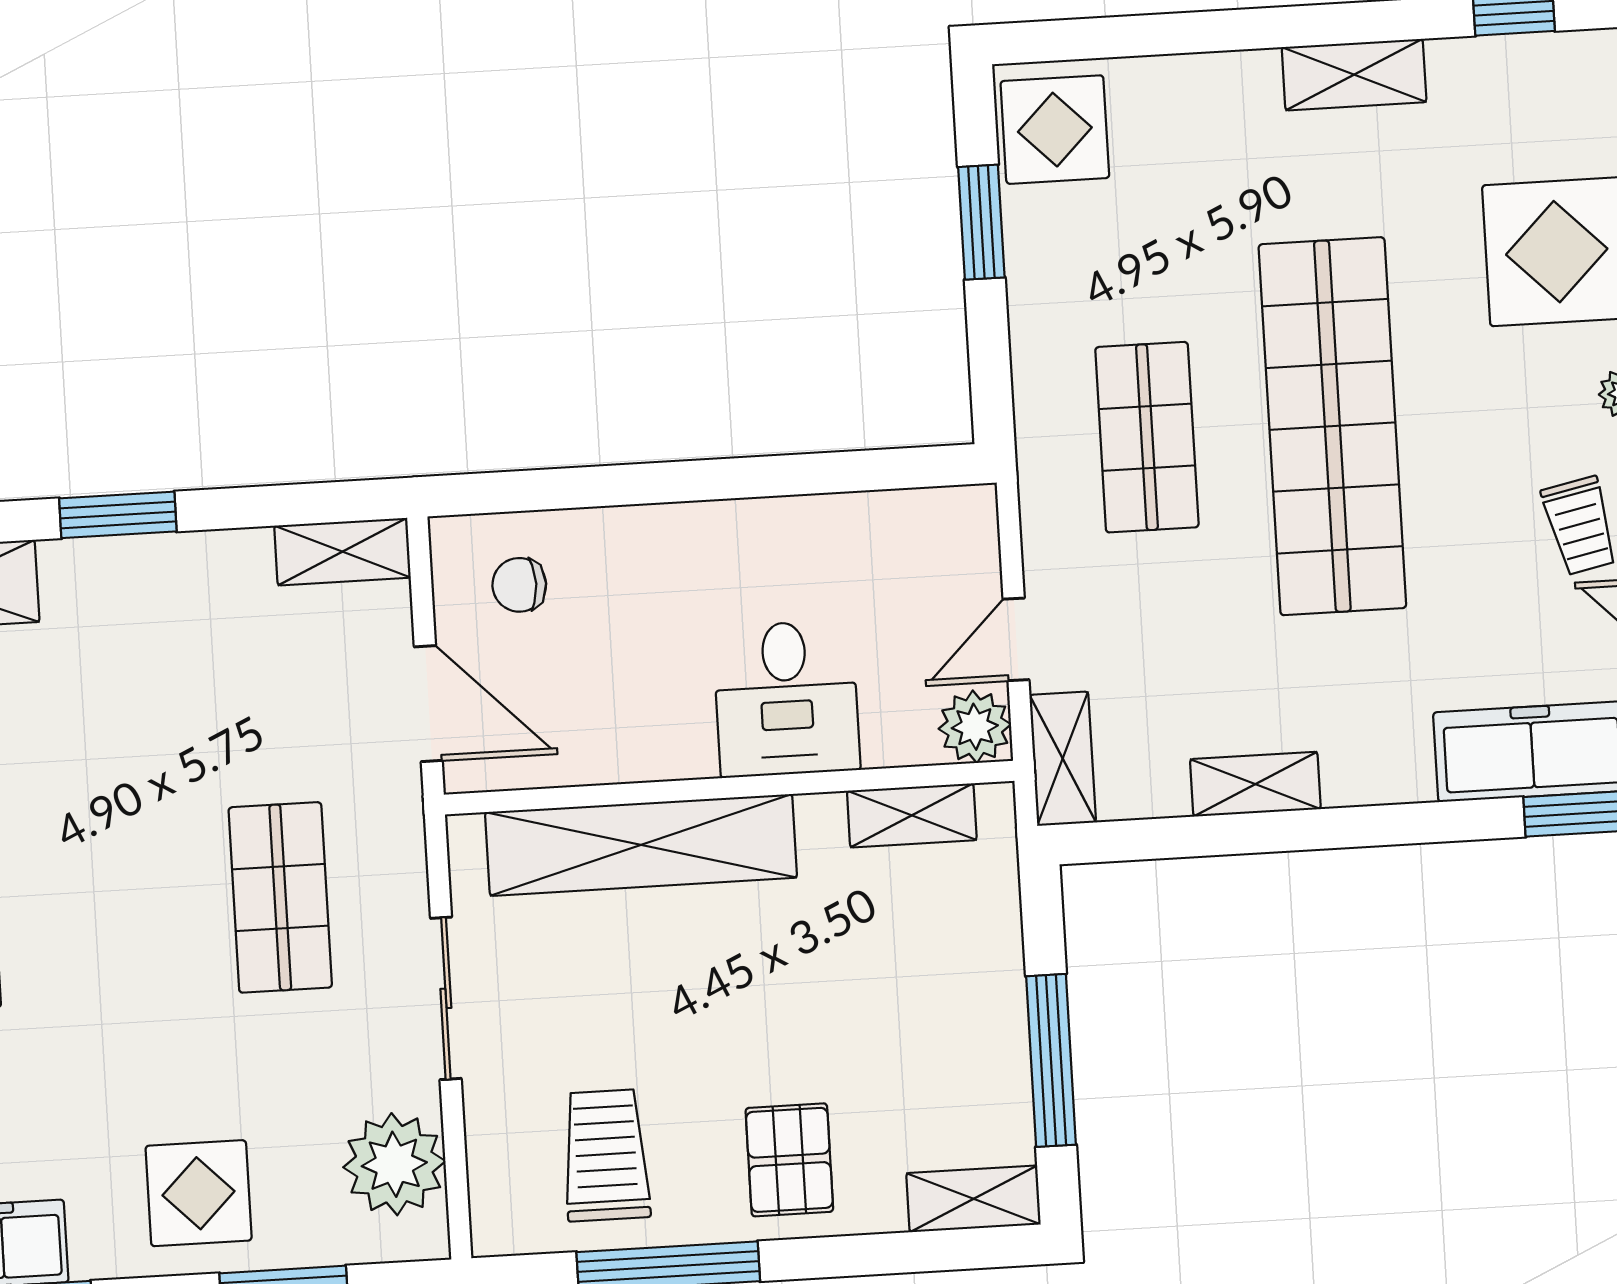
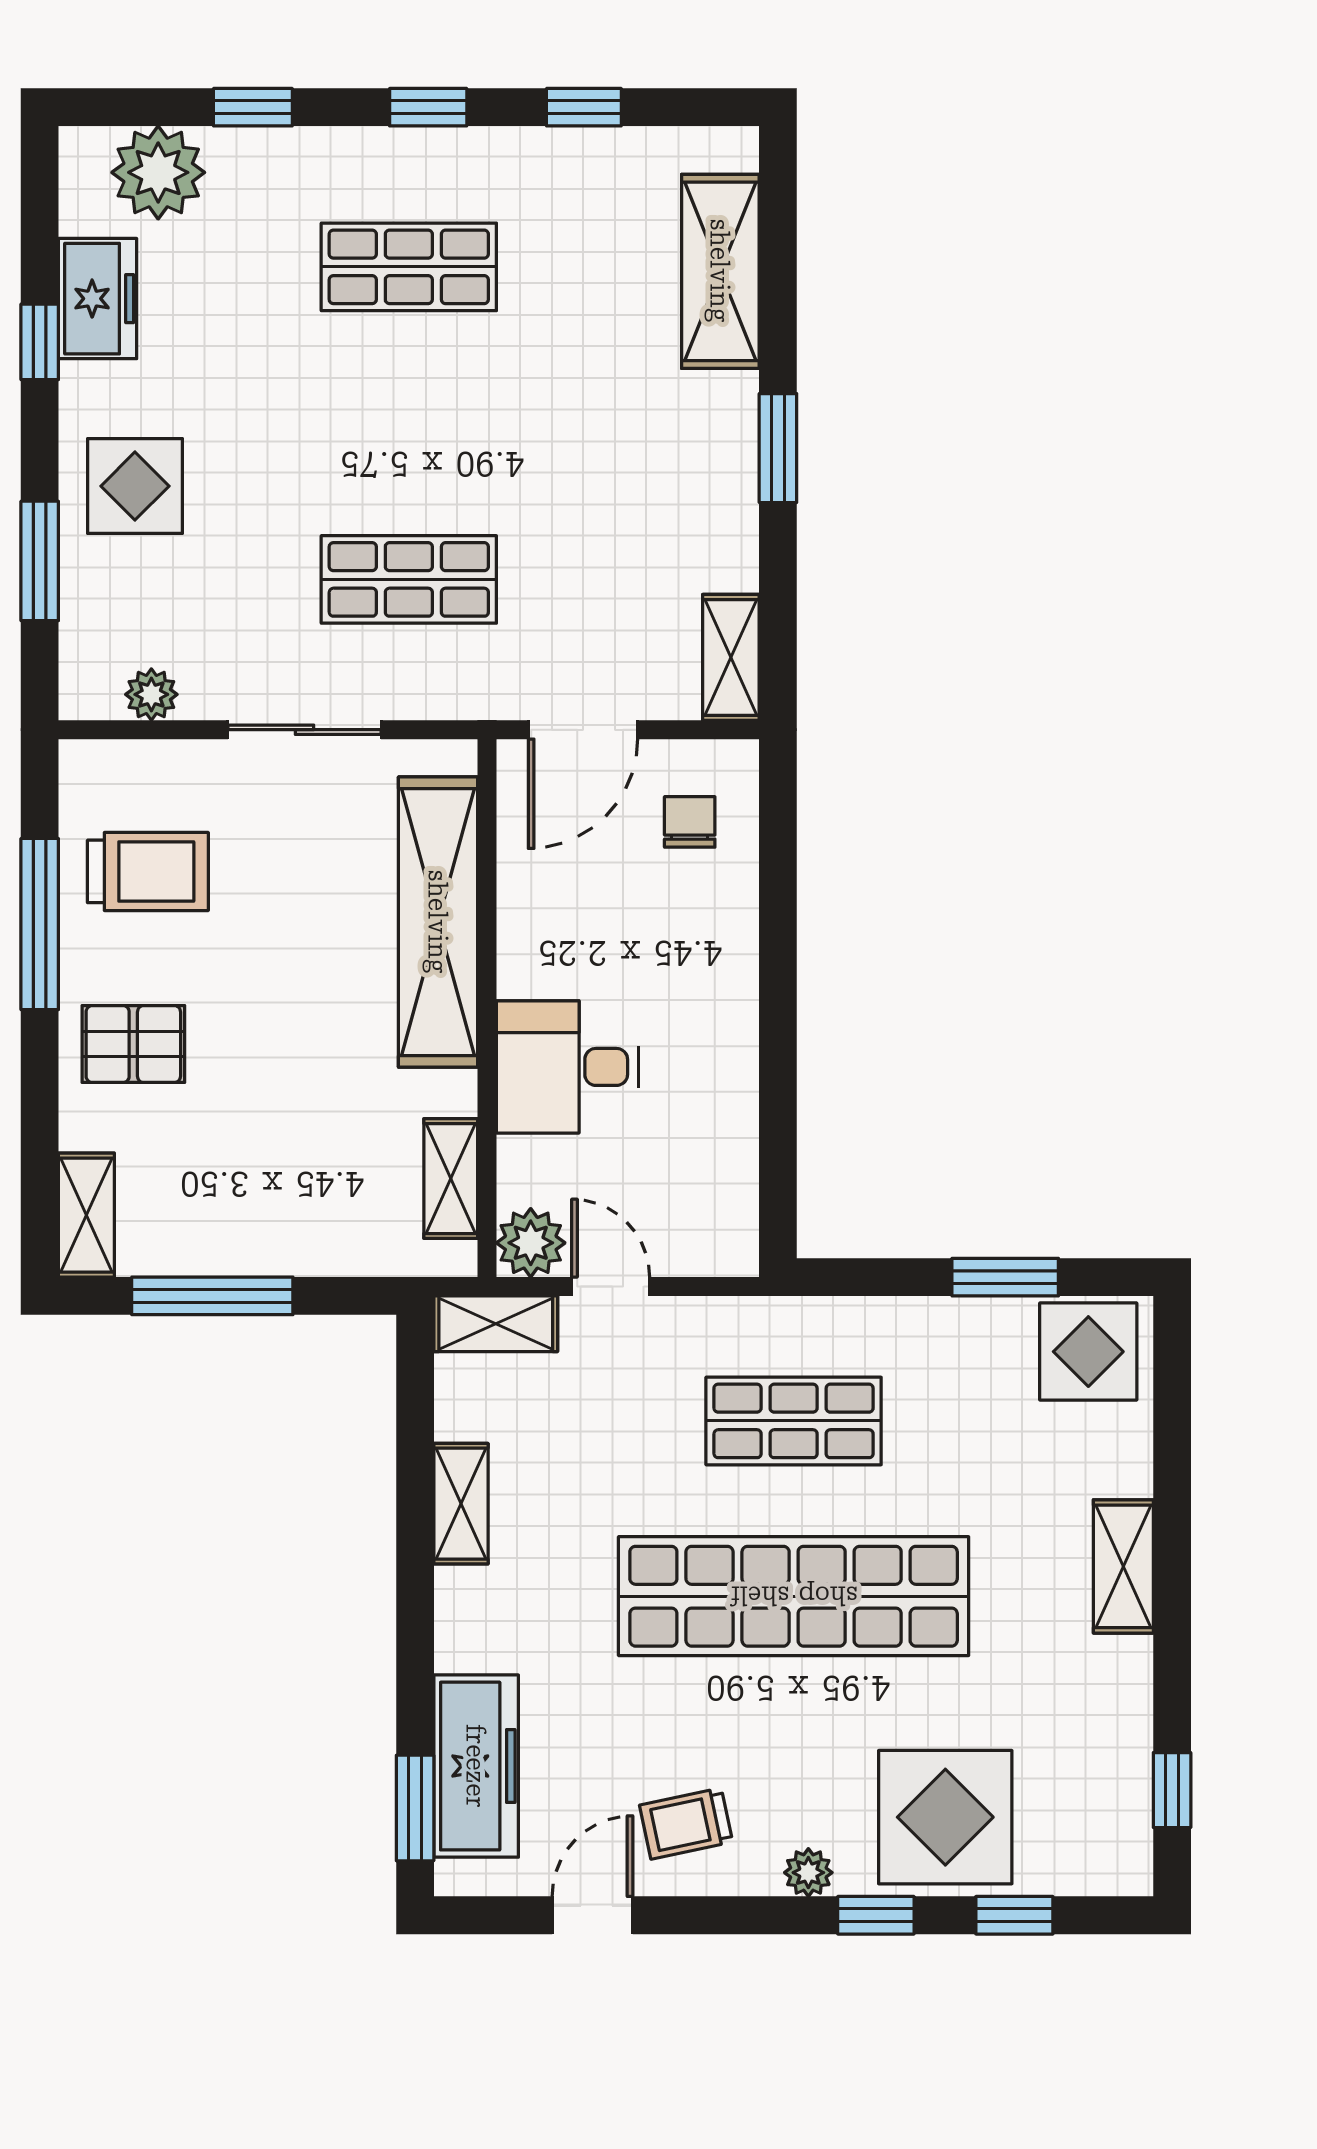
shelving: (1354, 75) -> (1123, 1566), moved
plant: (394, 1164) -> (151, 694), width x0.53, depth x0.53

